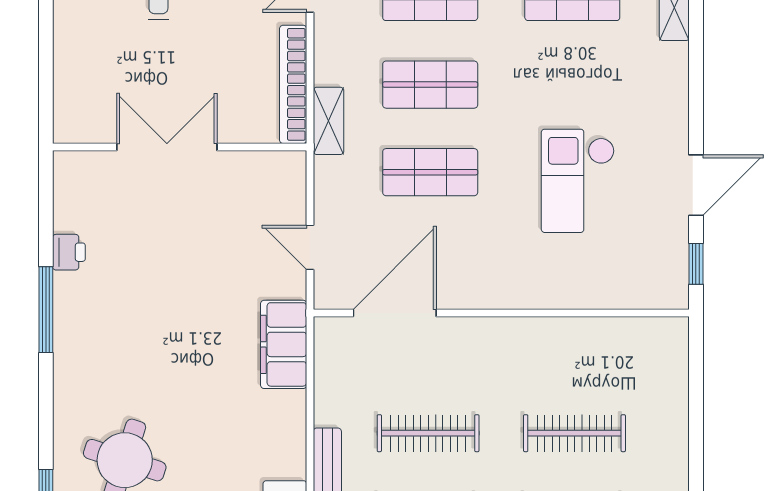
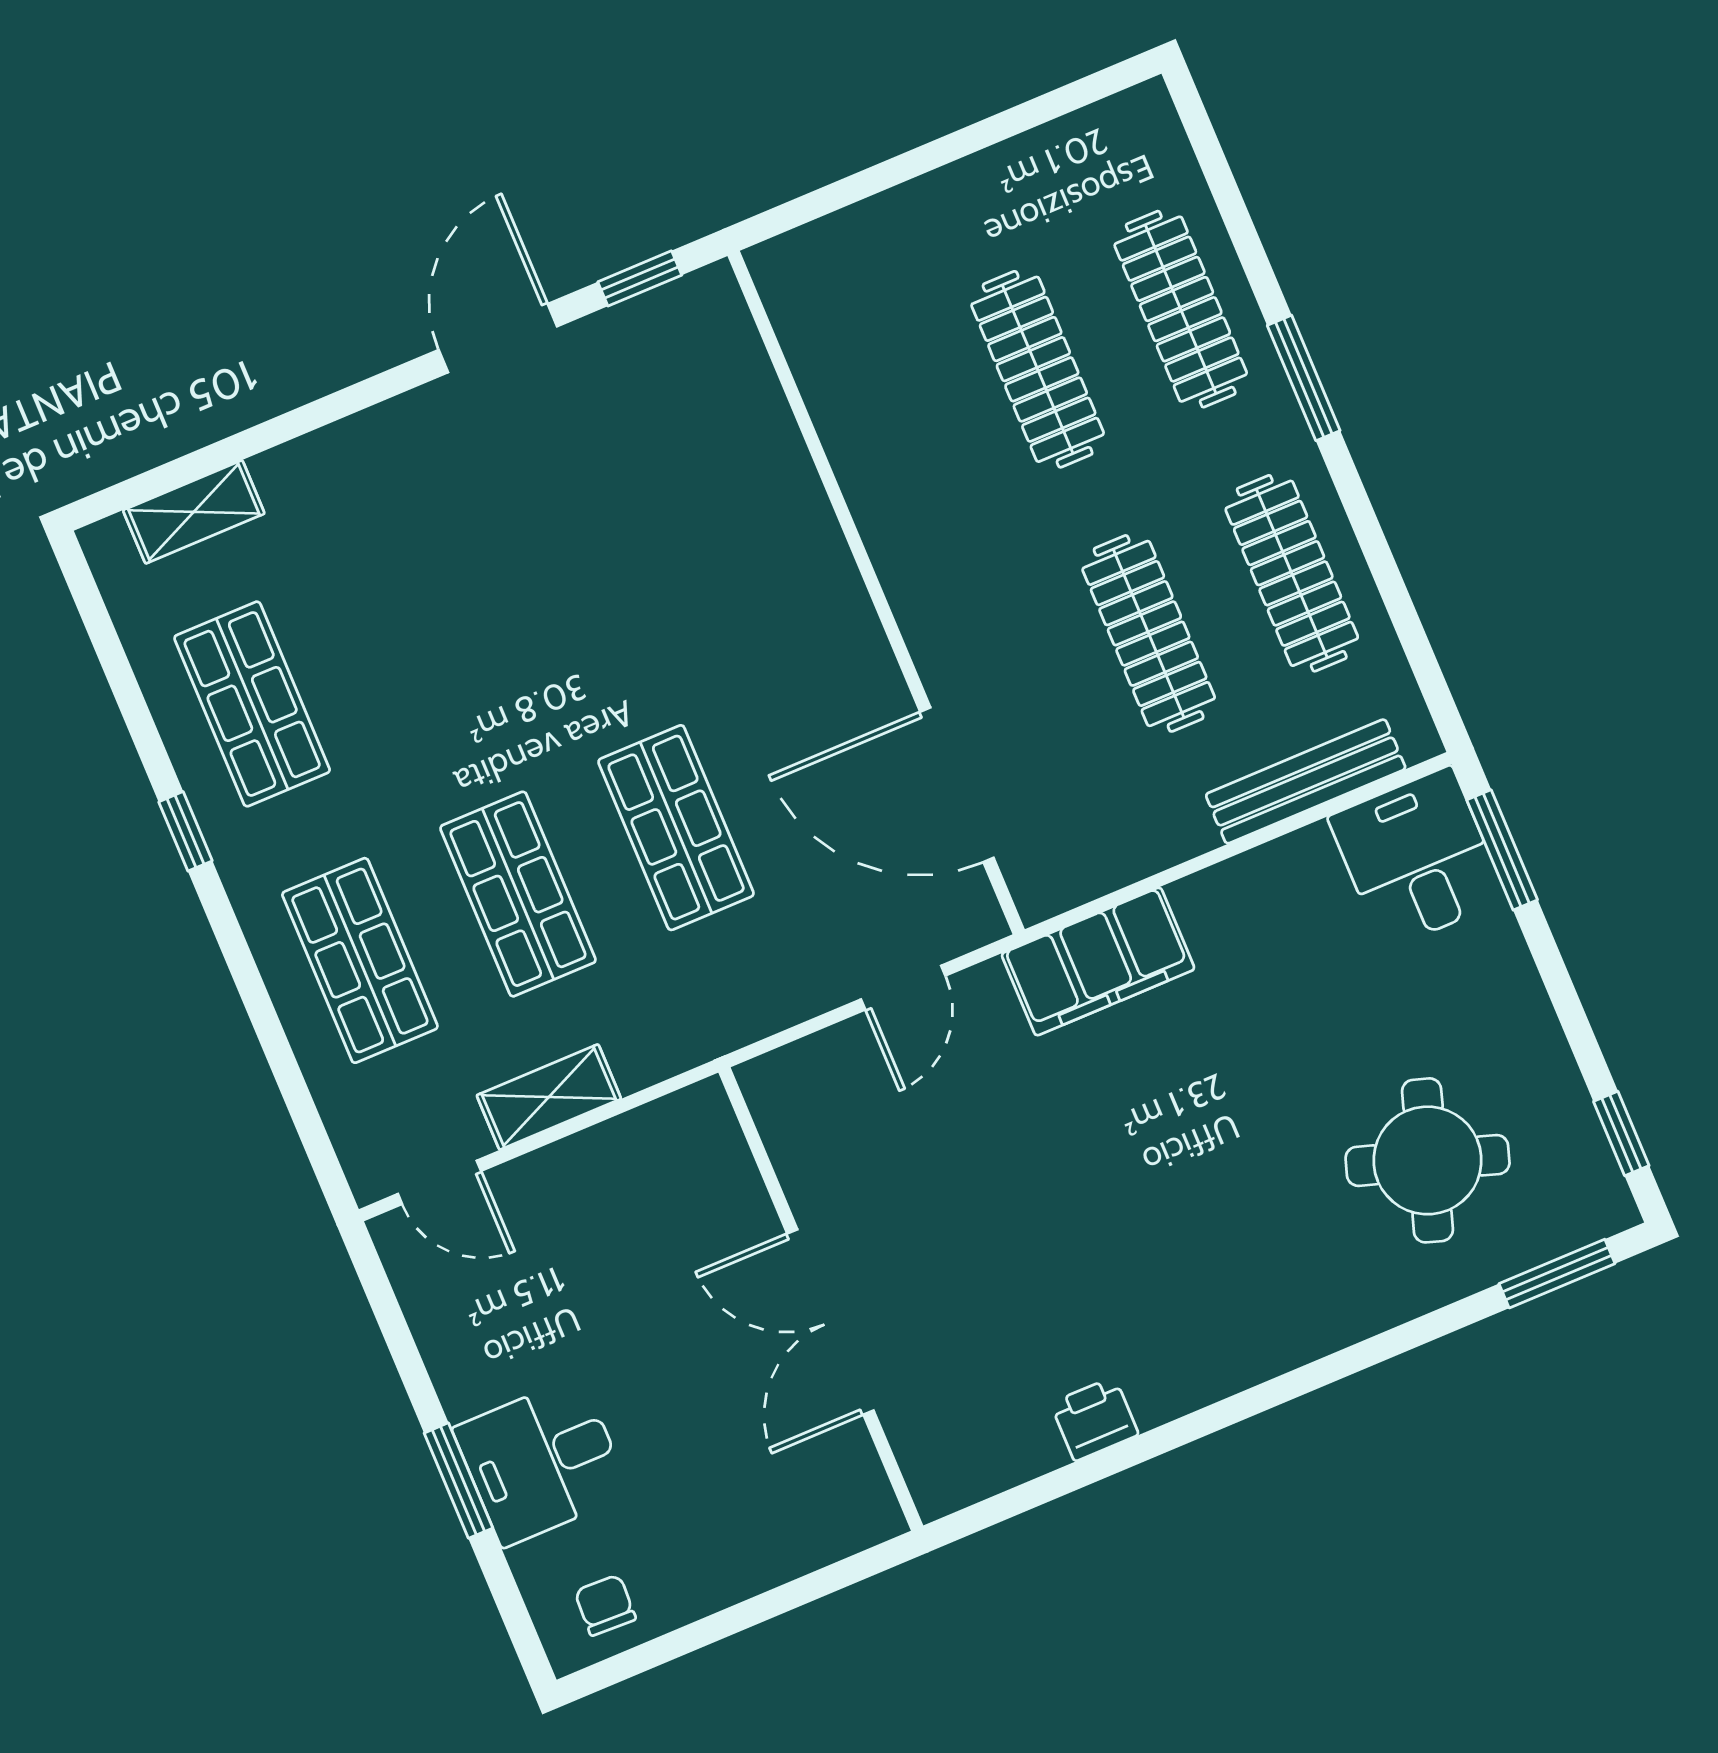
bookcase: (293, 84) -> (622, 1142), removed
shelving: (328, 121) -> (549, 1097), moved
checkout: (578, 181) -> (580, 555), removed
door: (696, 185) -> (498, 338), hinge flipped
window: (46, 310) -> (1216, 1417), removed

